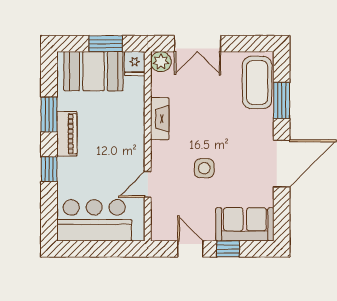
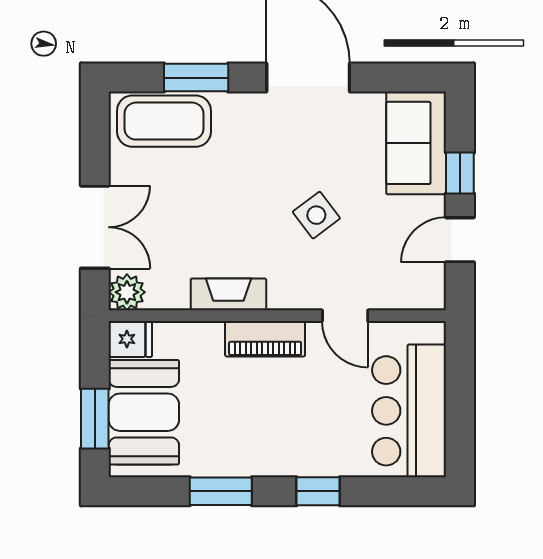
window: (106, 44) -> (95, 419), moved
piano: (67, 134) -> (265, 339), moved, turned 180
side table: (204, 168) -> (316, 215), turned -37

